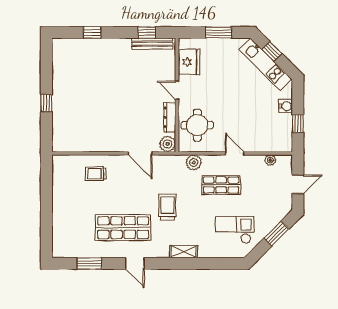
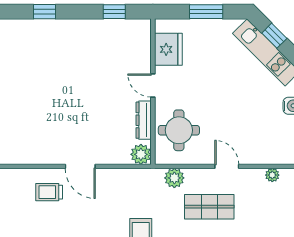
bench: (152, 44) -> (121, 26), removed
door: (140, 153) -> (80, 166), moved

